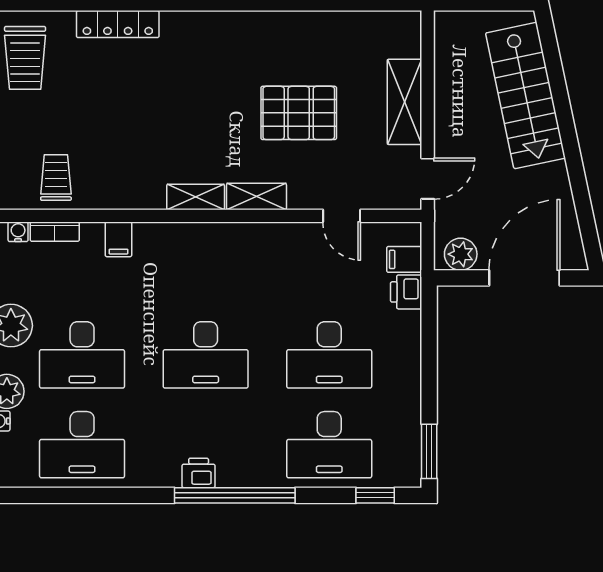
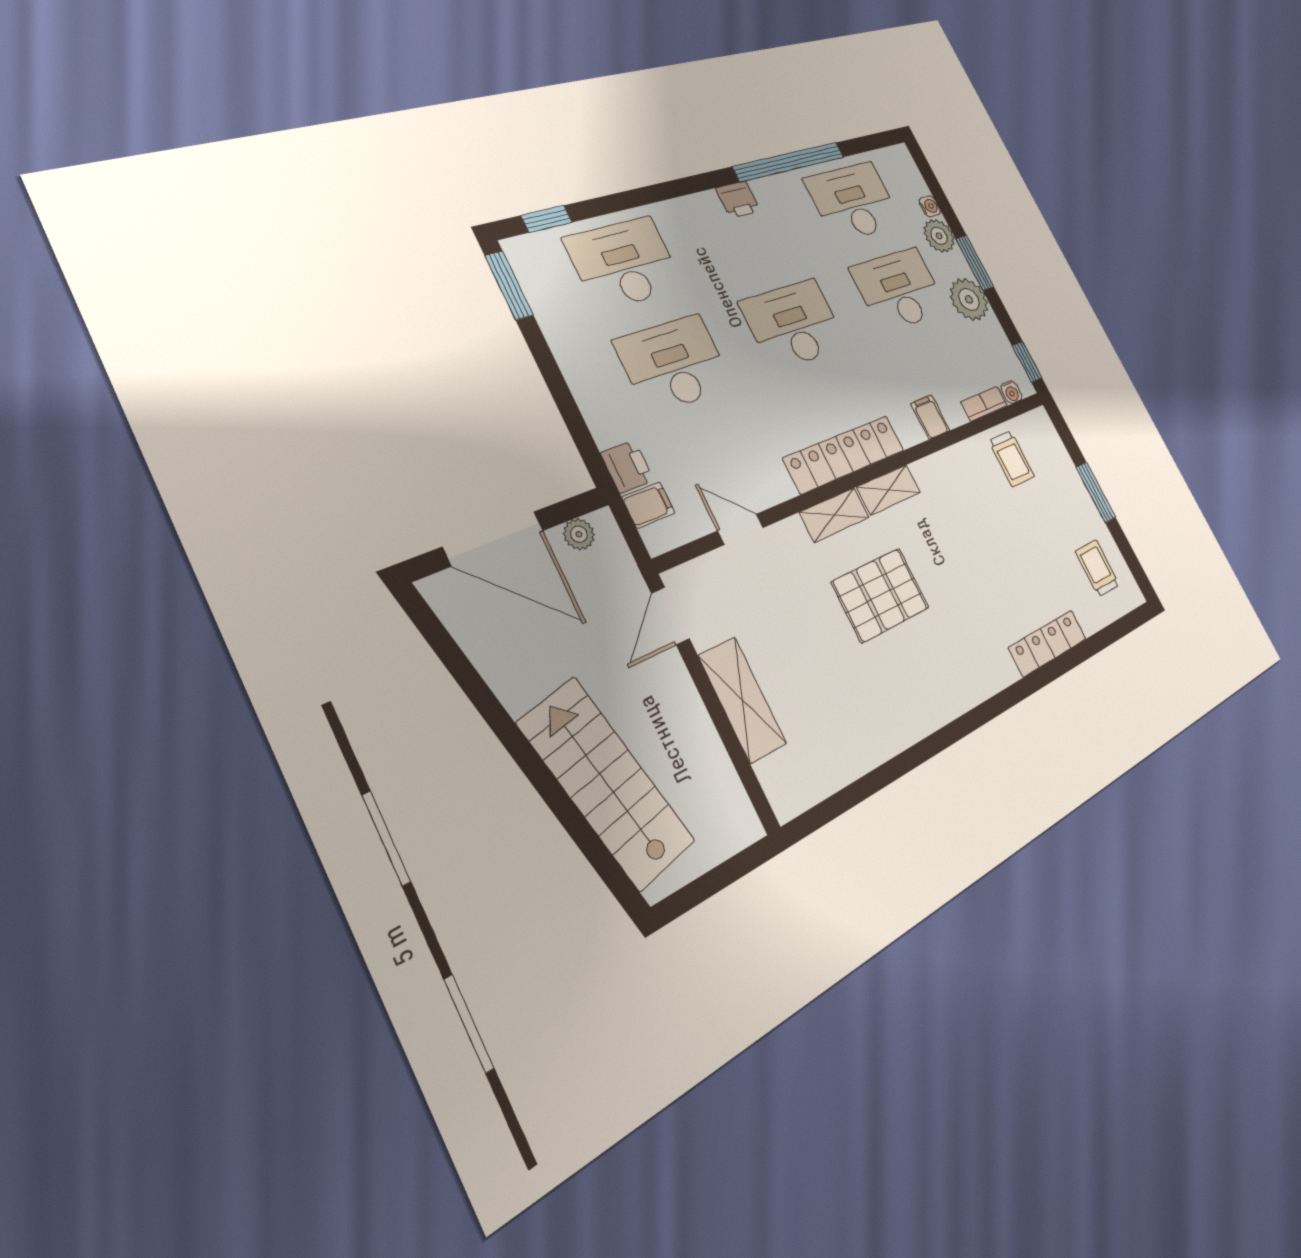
trolley: (25, 58) -> (1097, 568), width x0.73, depth x0.72
pallet: (299, 113) -> (880, 595), moved
locker: (220, 238) -> (844, 454), added
plant: (461, 254) -> (579, 534), width x0.73, depth x0.73
door: (524, 278) -> (494, 539), hinge flipped
window: (235, 495) -> (789, 162), moved

